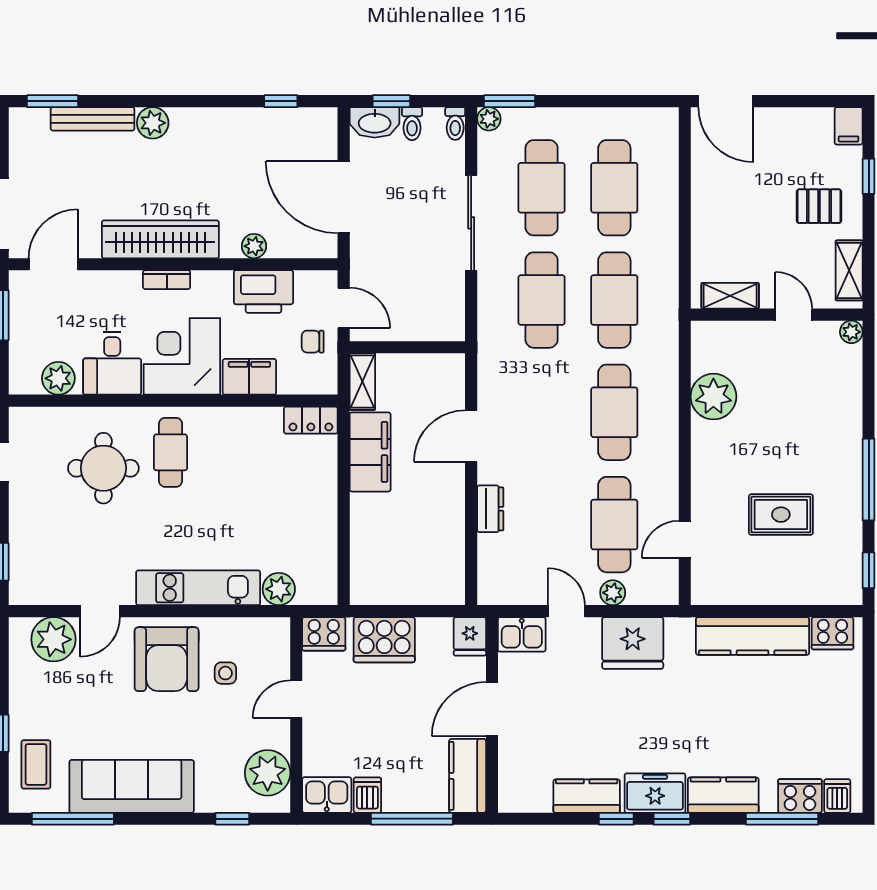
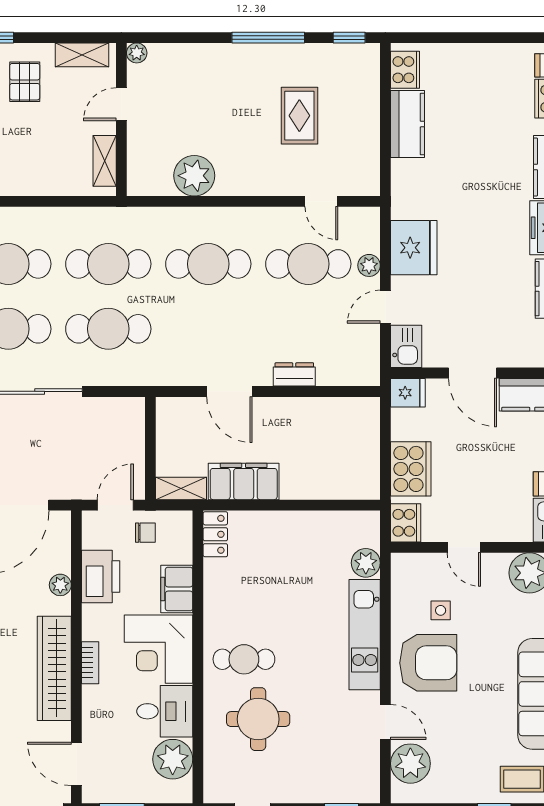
chair: (313, 342) -> (145, 533), turned -90
plant: (58, 378) -> (173, 759), width x1.36, depth x1.36
kitchen counter: (753, 636) -> (408, 124), width x0.67

